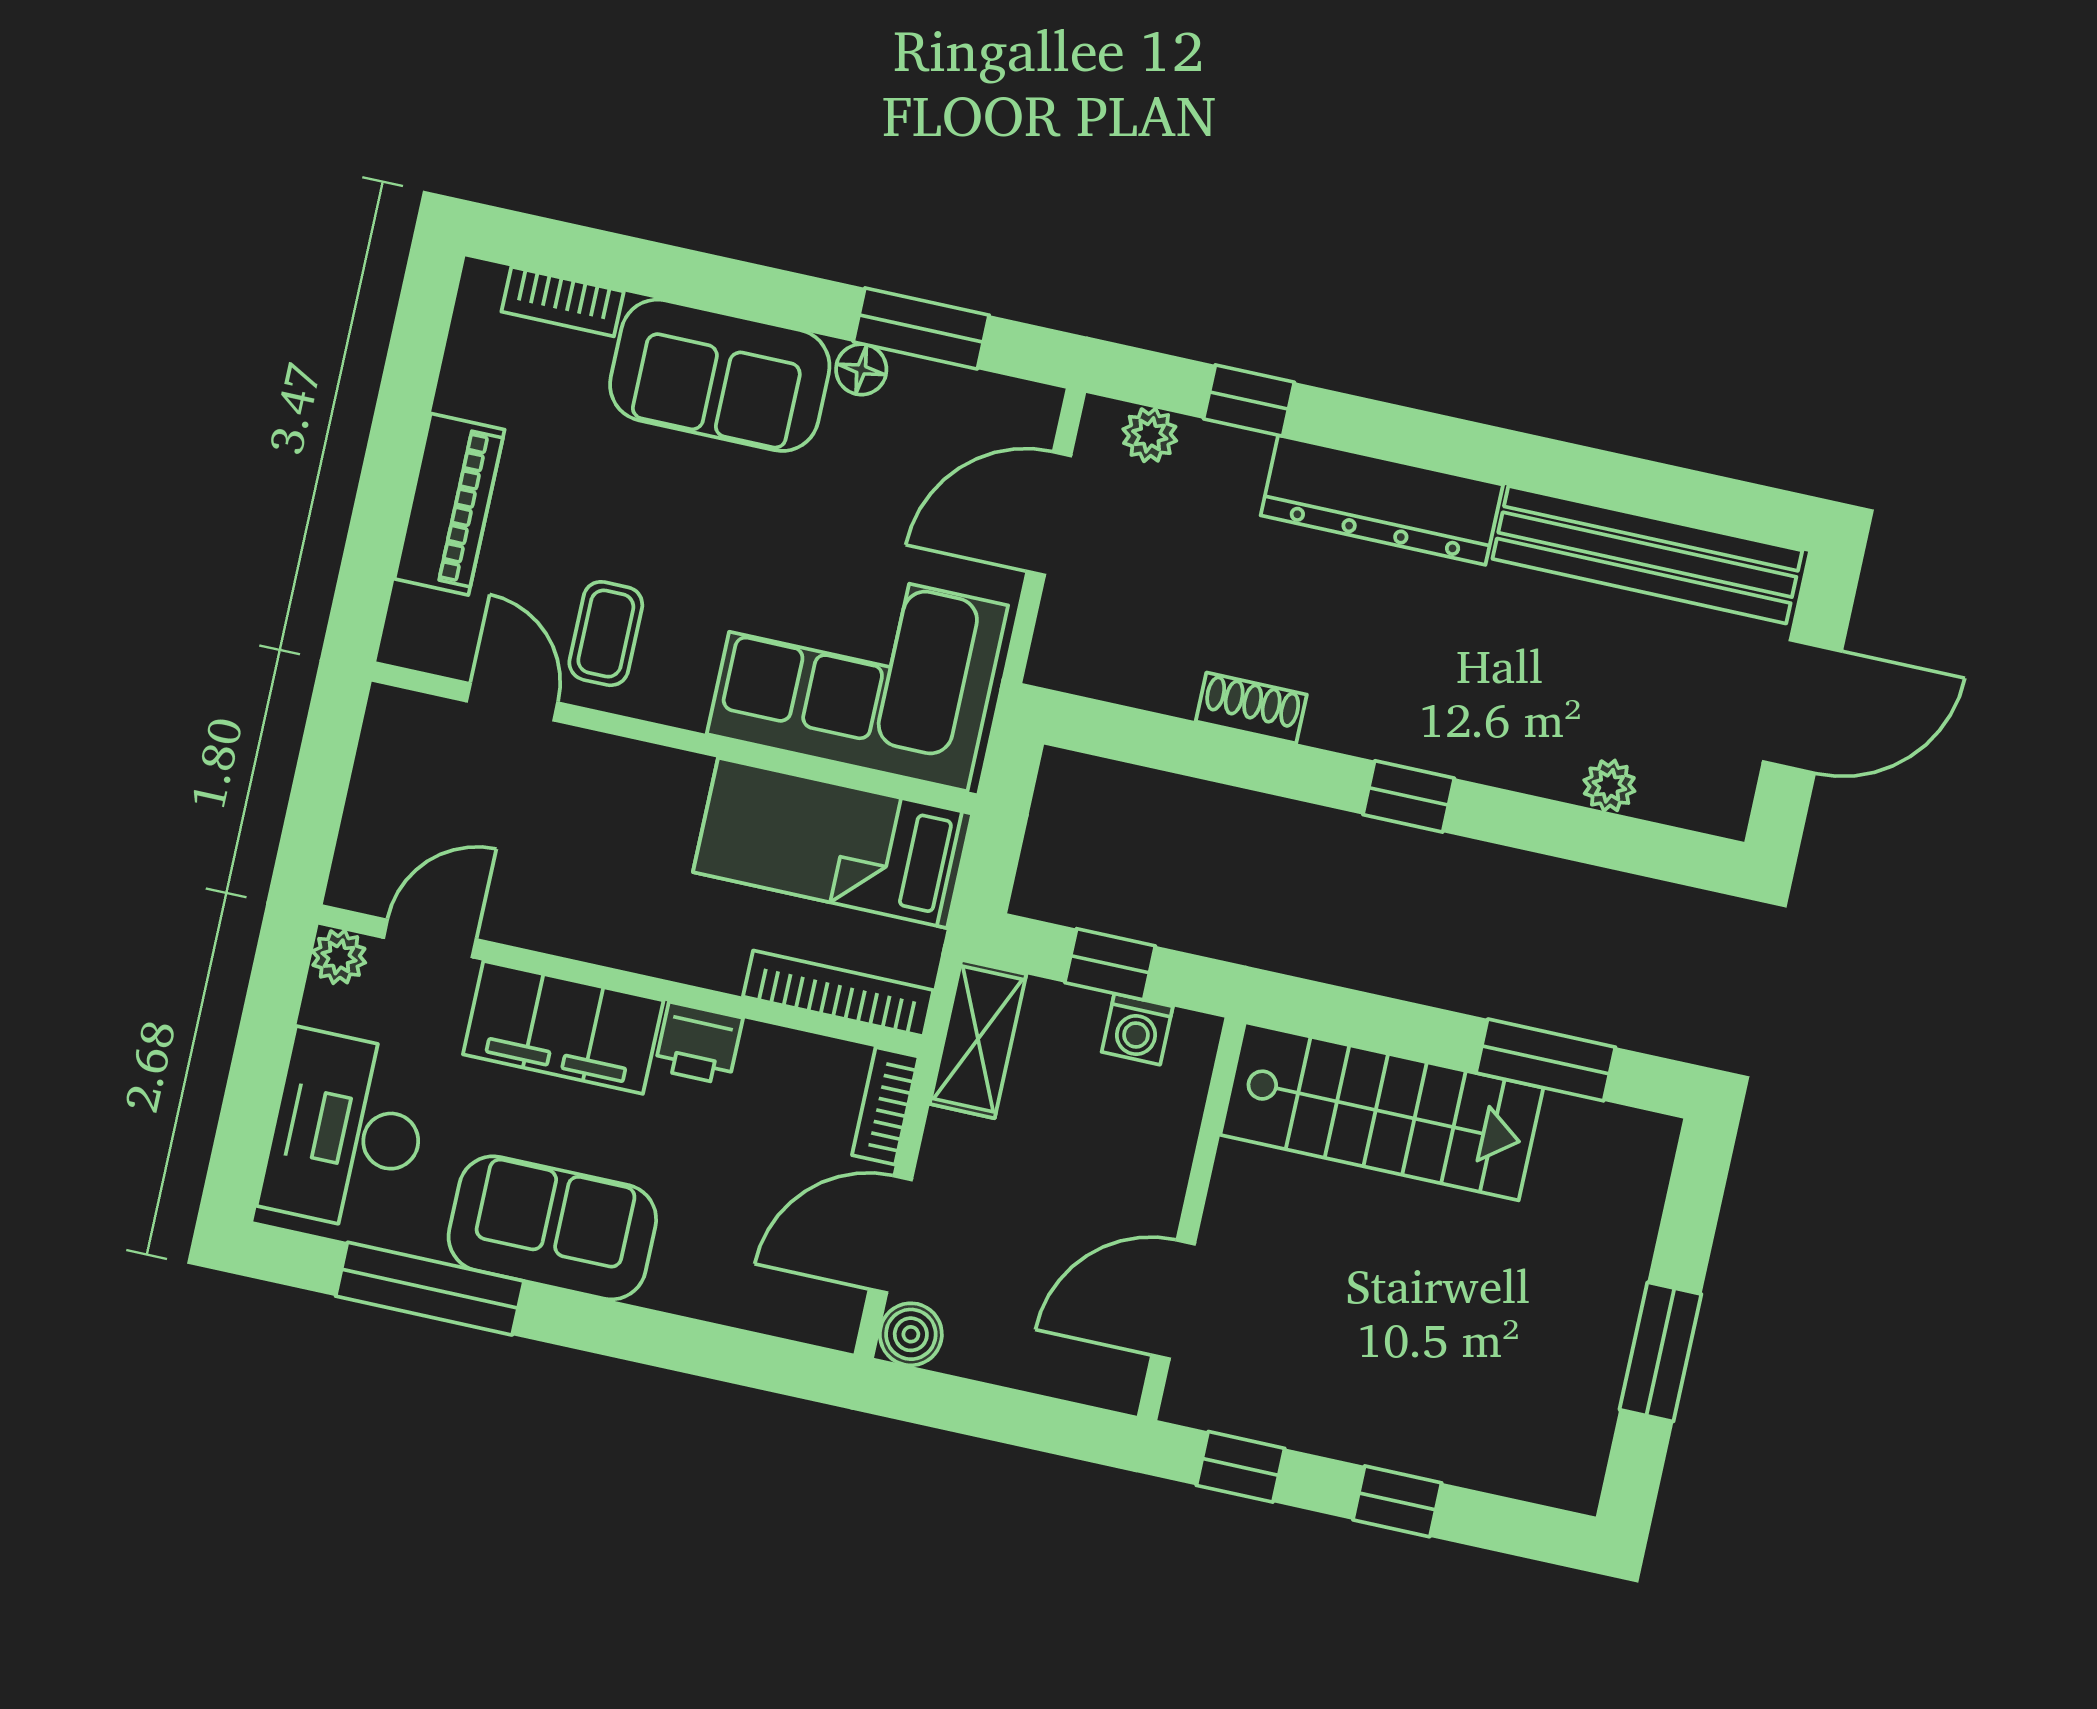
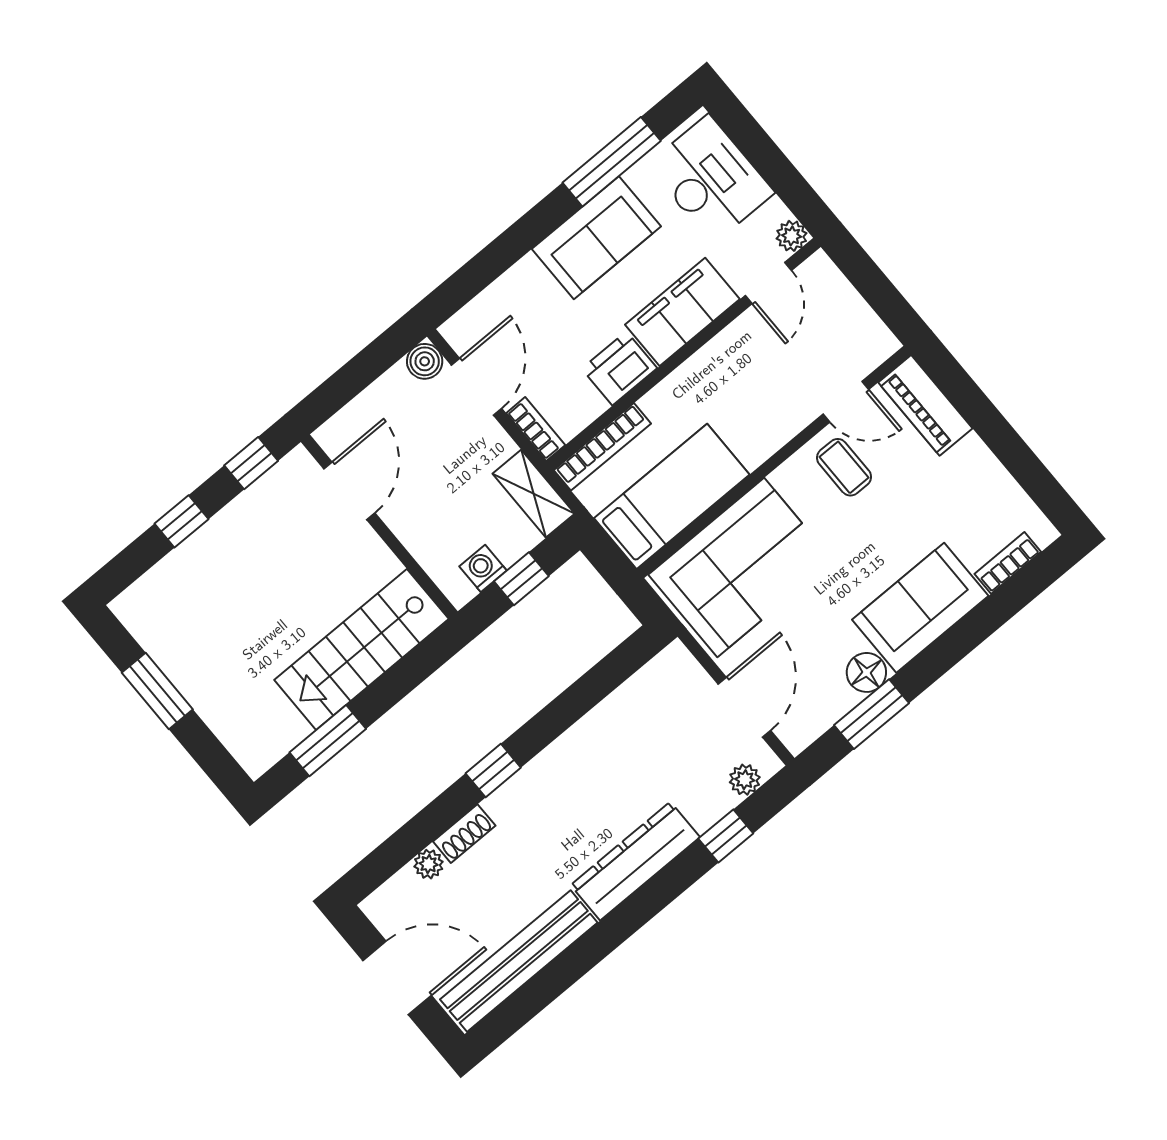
floor lamp: (861, 369) -> (866, 672), width x1.37, depth x1.37
piano: (450, 504) -> (925, 405), moved
door: (1802, 706) -> (397, 978), swing flipped
shoe rack: (1251, 708) -> (464, 834), moved
printer: (699, 1043) -> (619, 368), width x1.36, depth x1.24

